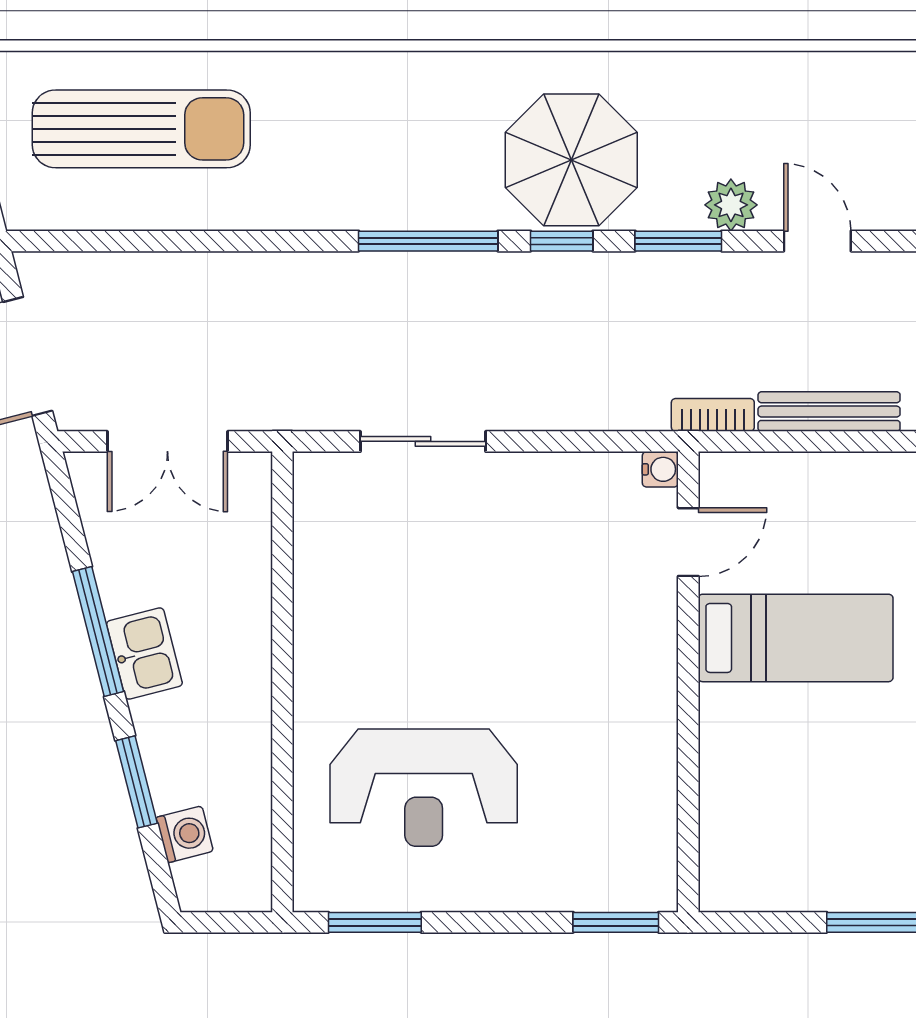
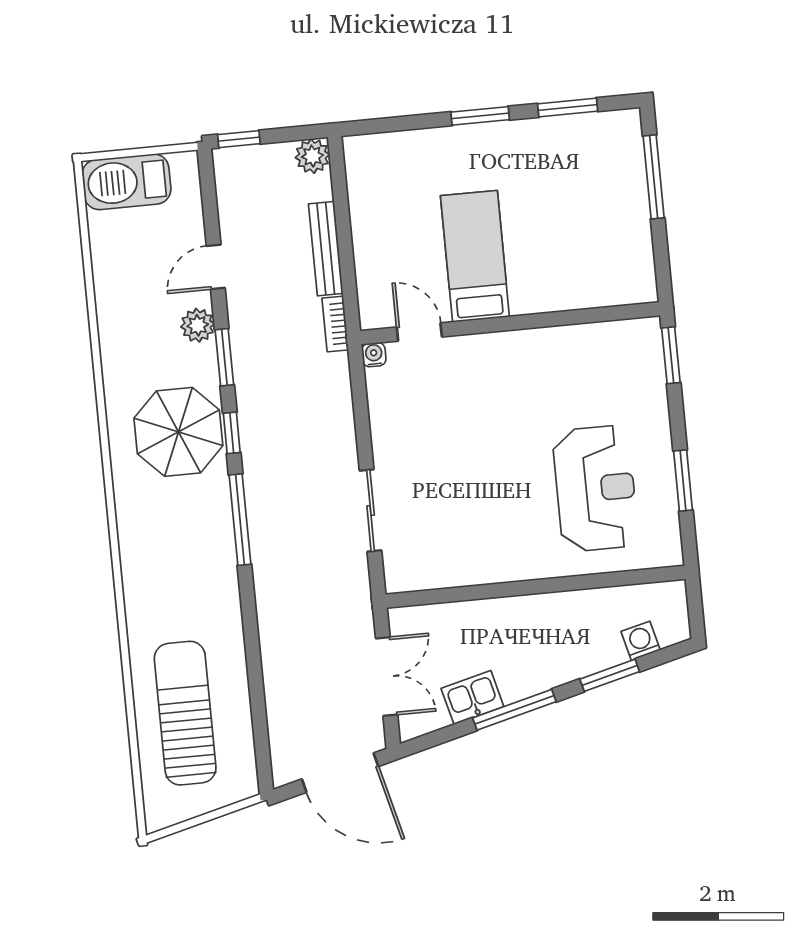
kitchen sink: (144, 654) -> (472, 698), moved
window: (375, 922) -> (683, 481), moved

